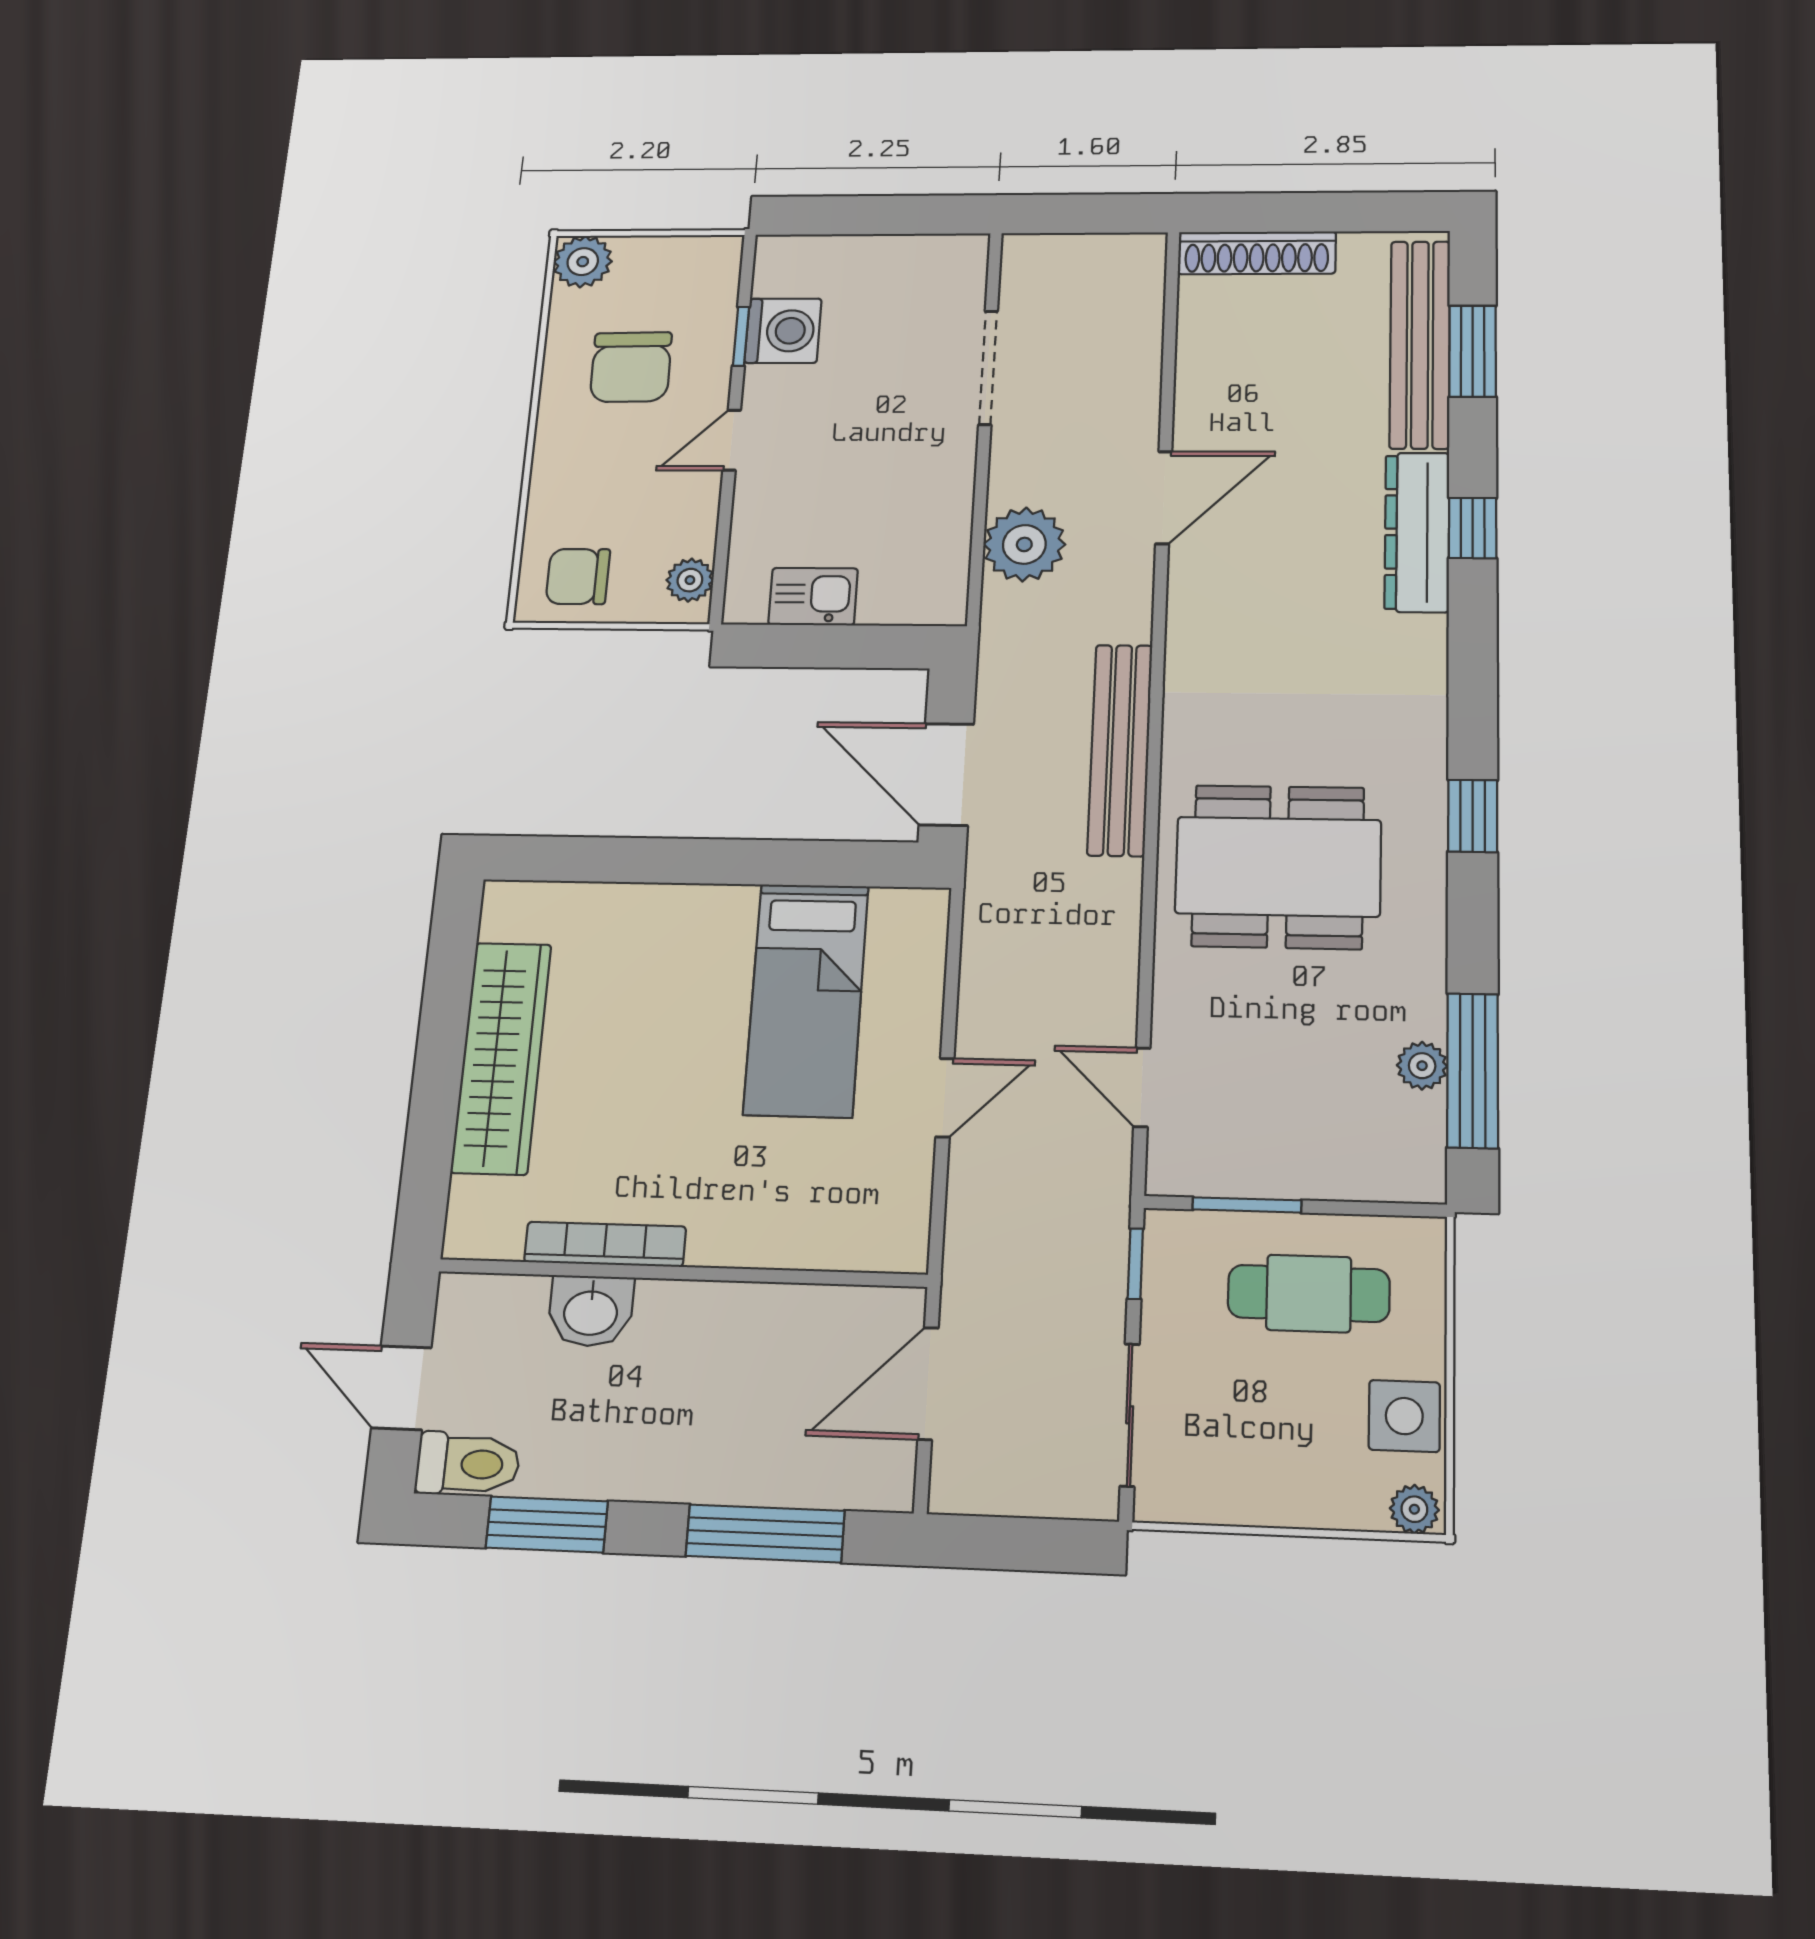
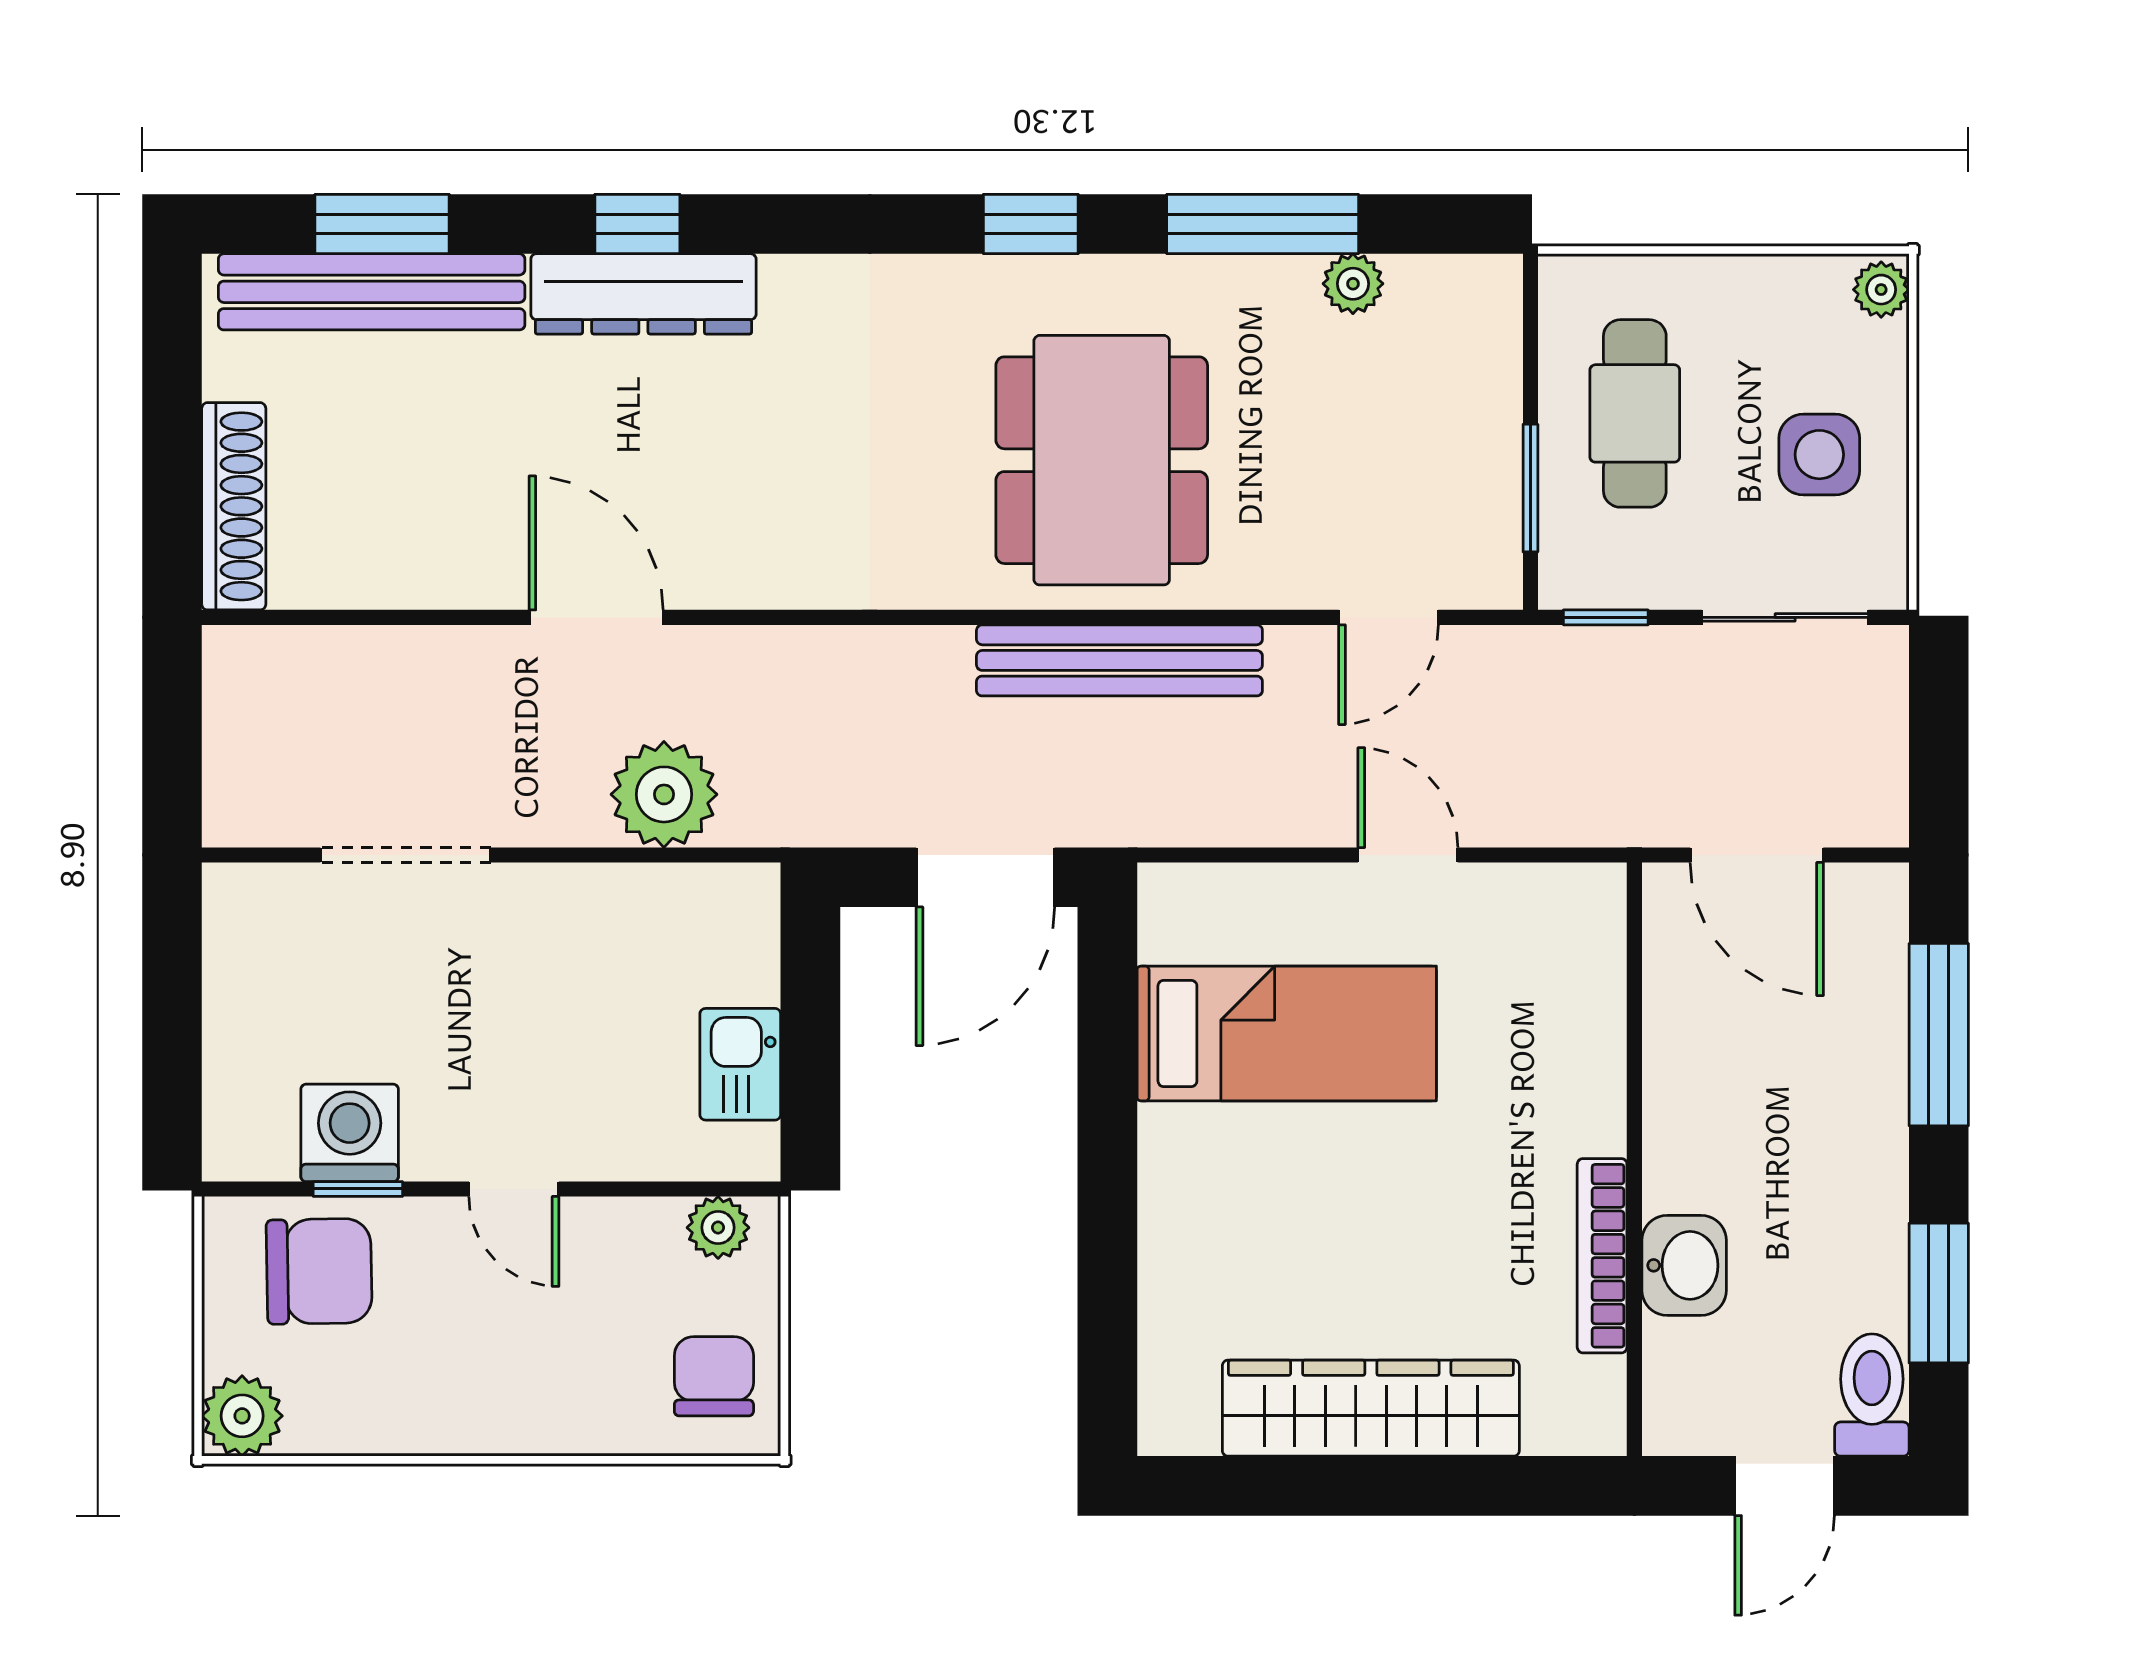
chair: (631, 367) -> (319, 1271), moved
chair: (578, 576) -> (714, 1376), turned 180
bench: (1120, 750) -> (1119, 660), moved
window: (1473, 1070) -> (1263, 224), moved
side table: (1404, 1416) -> (1819, 455), moved

